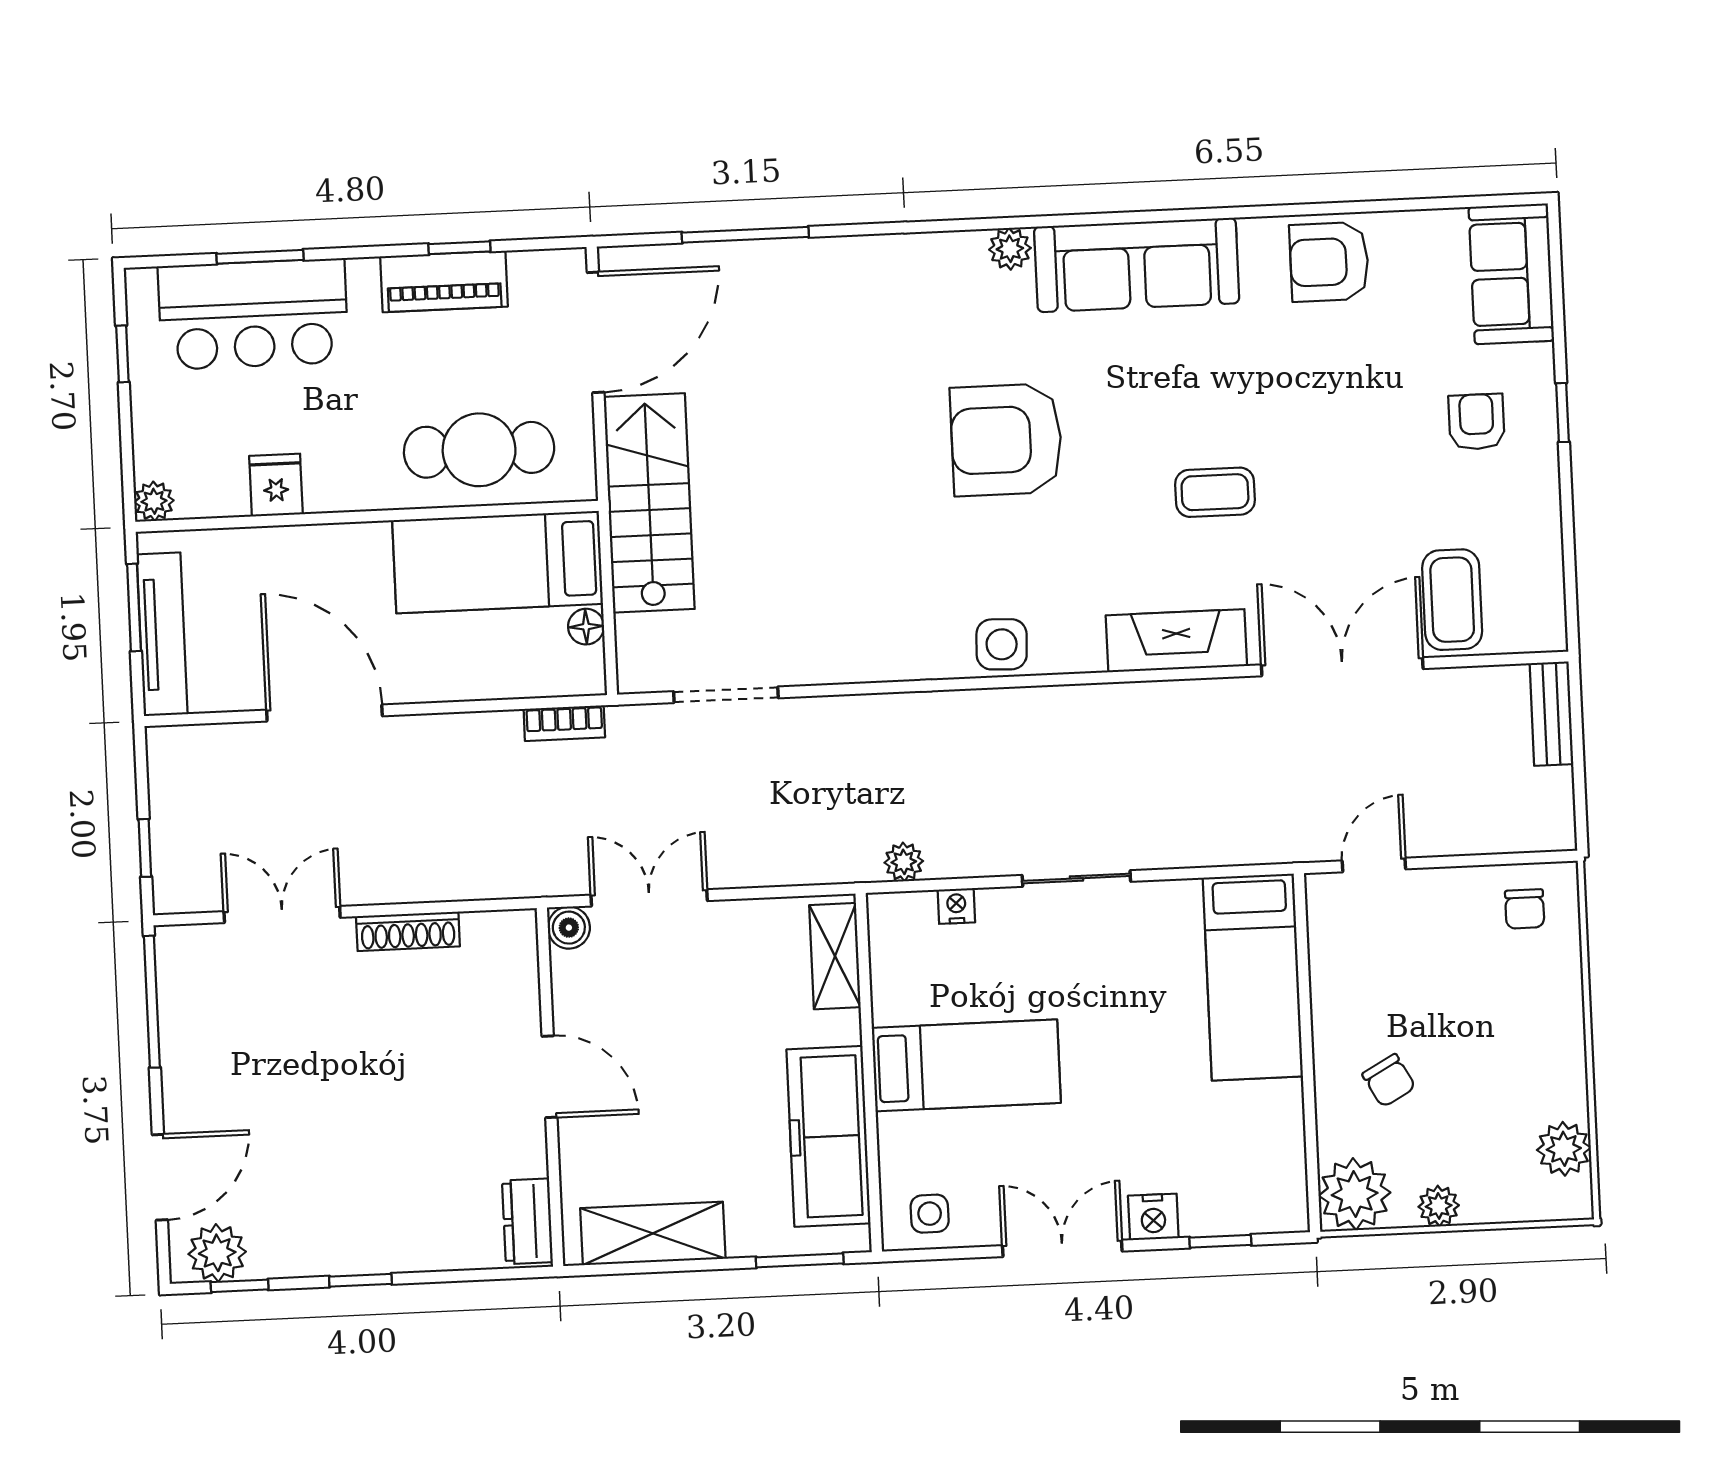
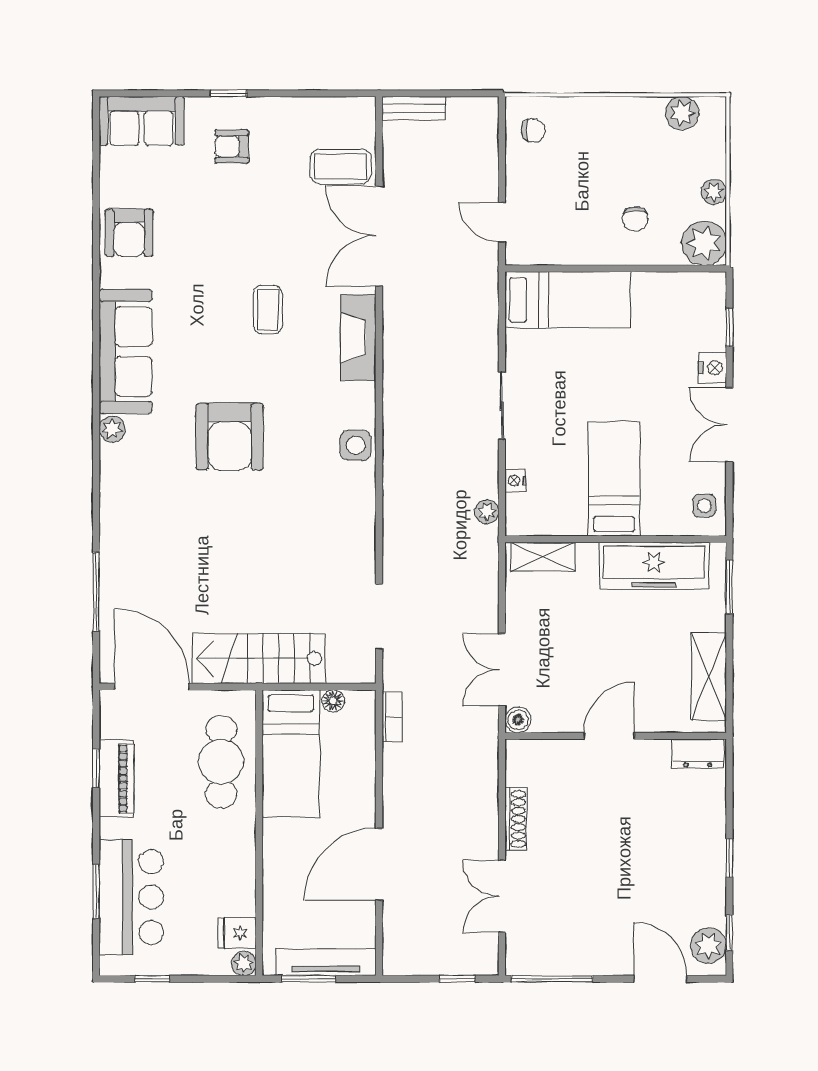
fridge: (276, 485) -> (237, 933), moved
chair: (1389, 1081) -> (635, 219), turned 119

